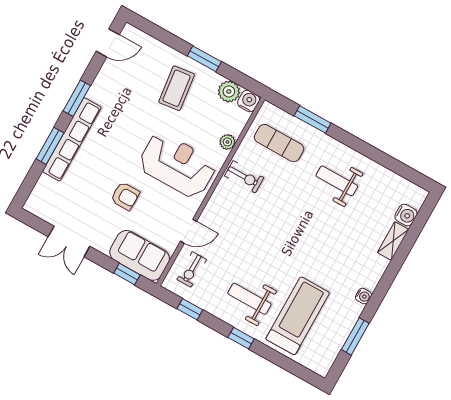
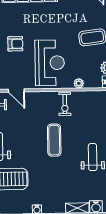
exercise mat: (279, 143) -> (54, 140), moved
armchair: (125, 196) -> (15, 44), turned -90

